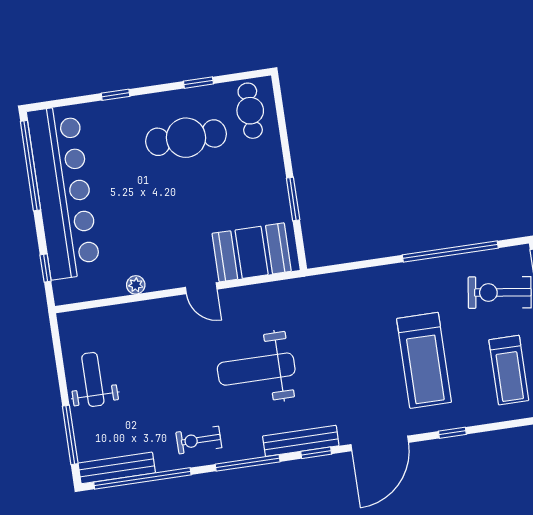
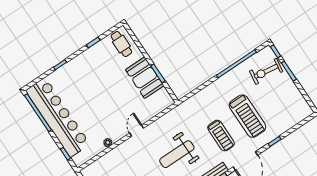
cafe table: (186, 138) -> (99, 69), removed
booth: (252, 252) -> (145, 78), moved, turned 90
door: (201, 288) -> (137, 131), swing flipped
treadmill: (509, 370) -> (221, 136), moved

